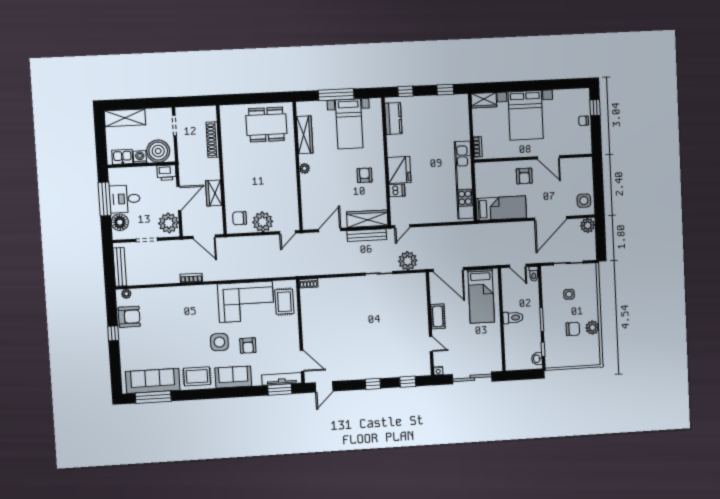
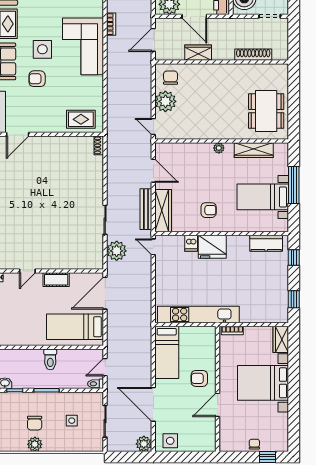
corner sofa: (246, 302) -> (83, 46), moved

